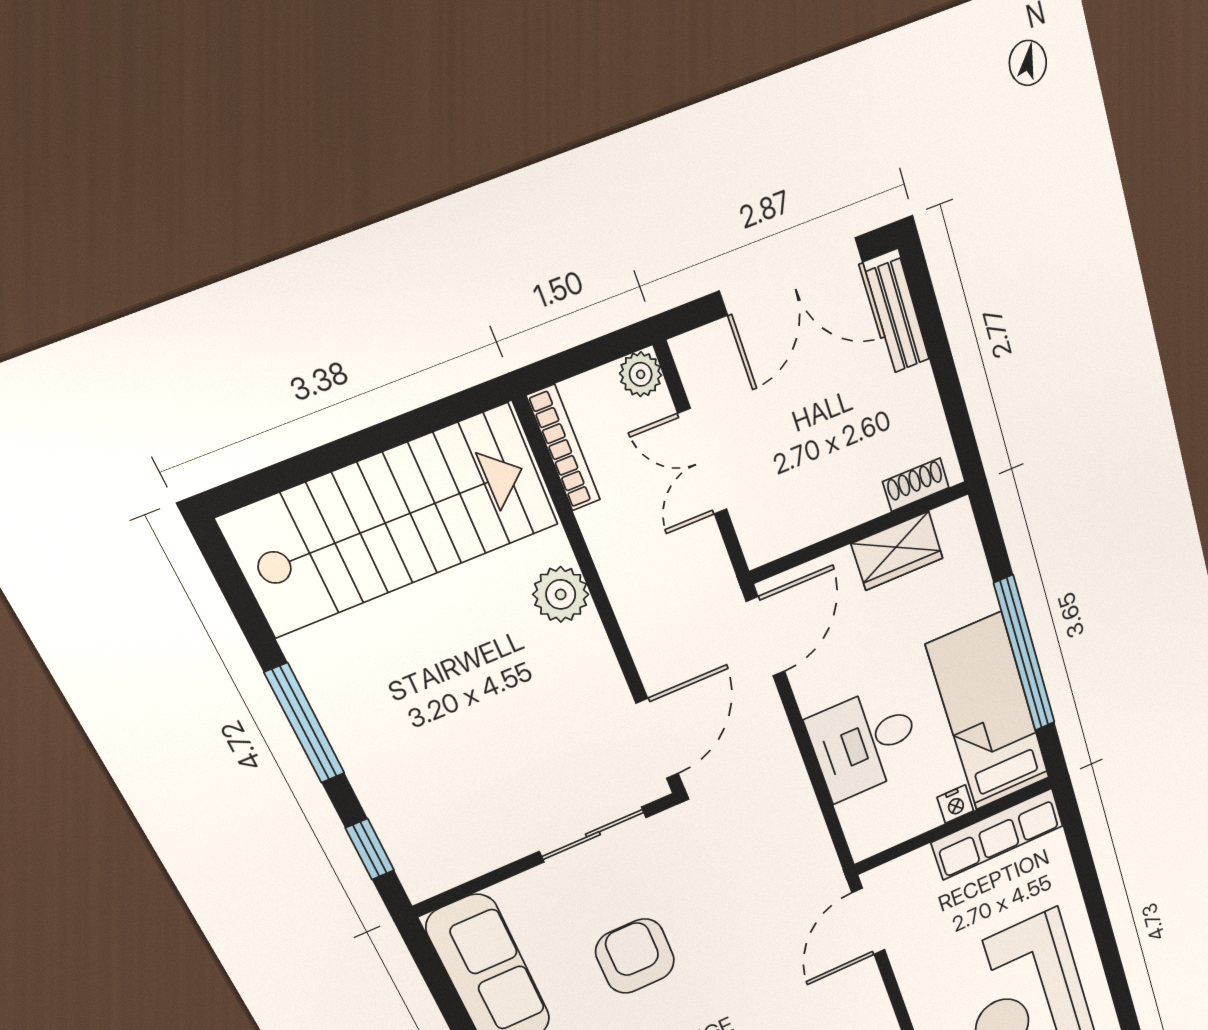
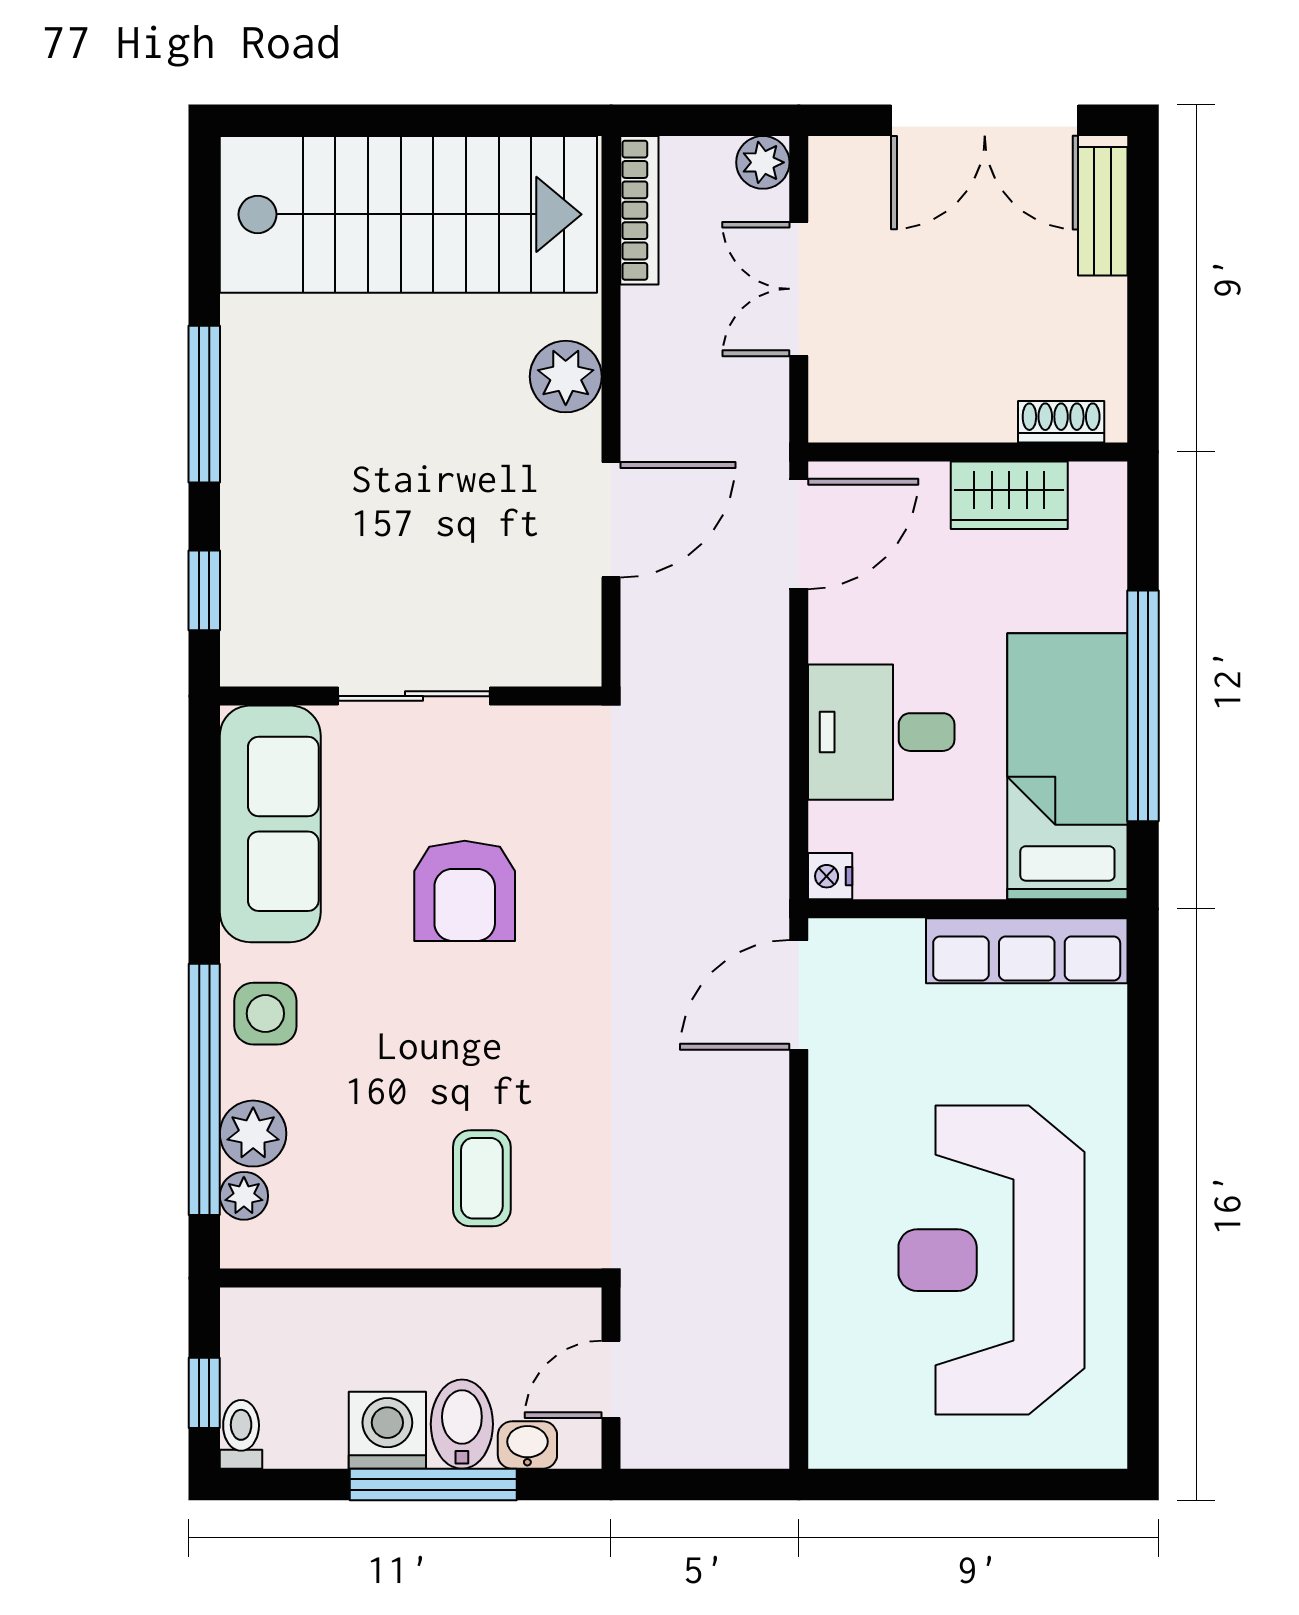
door: (657, 739) -> (611, 520), moved
nightstand: (955, 804) -> (830, 876), moved, turned 90
sliding door: (593, 834) -> (414, 696), moved
armchair: (635, 956) -> (465, 891), turned 180

